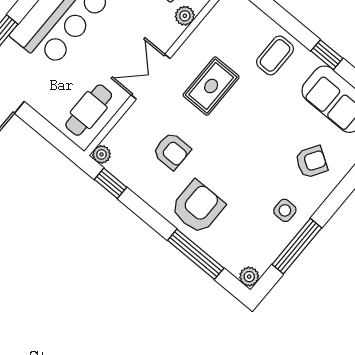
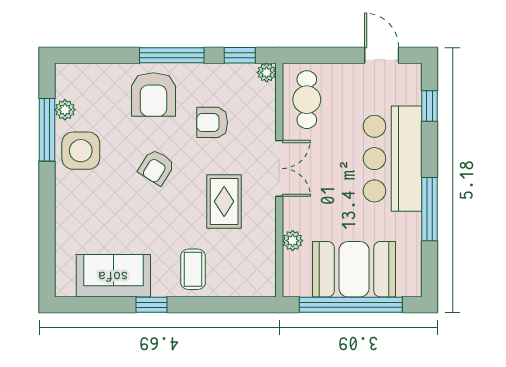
armchair: (311, 162) -> (156, 167), moved
side table: (285, 210) -> (81, 151), width x1.87, depth x1.87
window: (196, 254) -> (172, 55), moved
plant: (249, 277) -> (65, 110), moved

